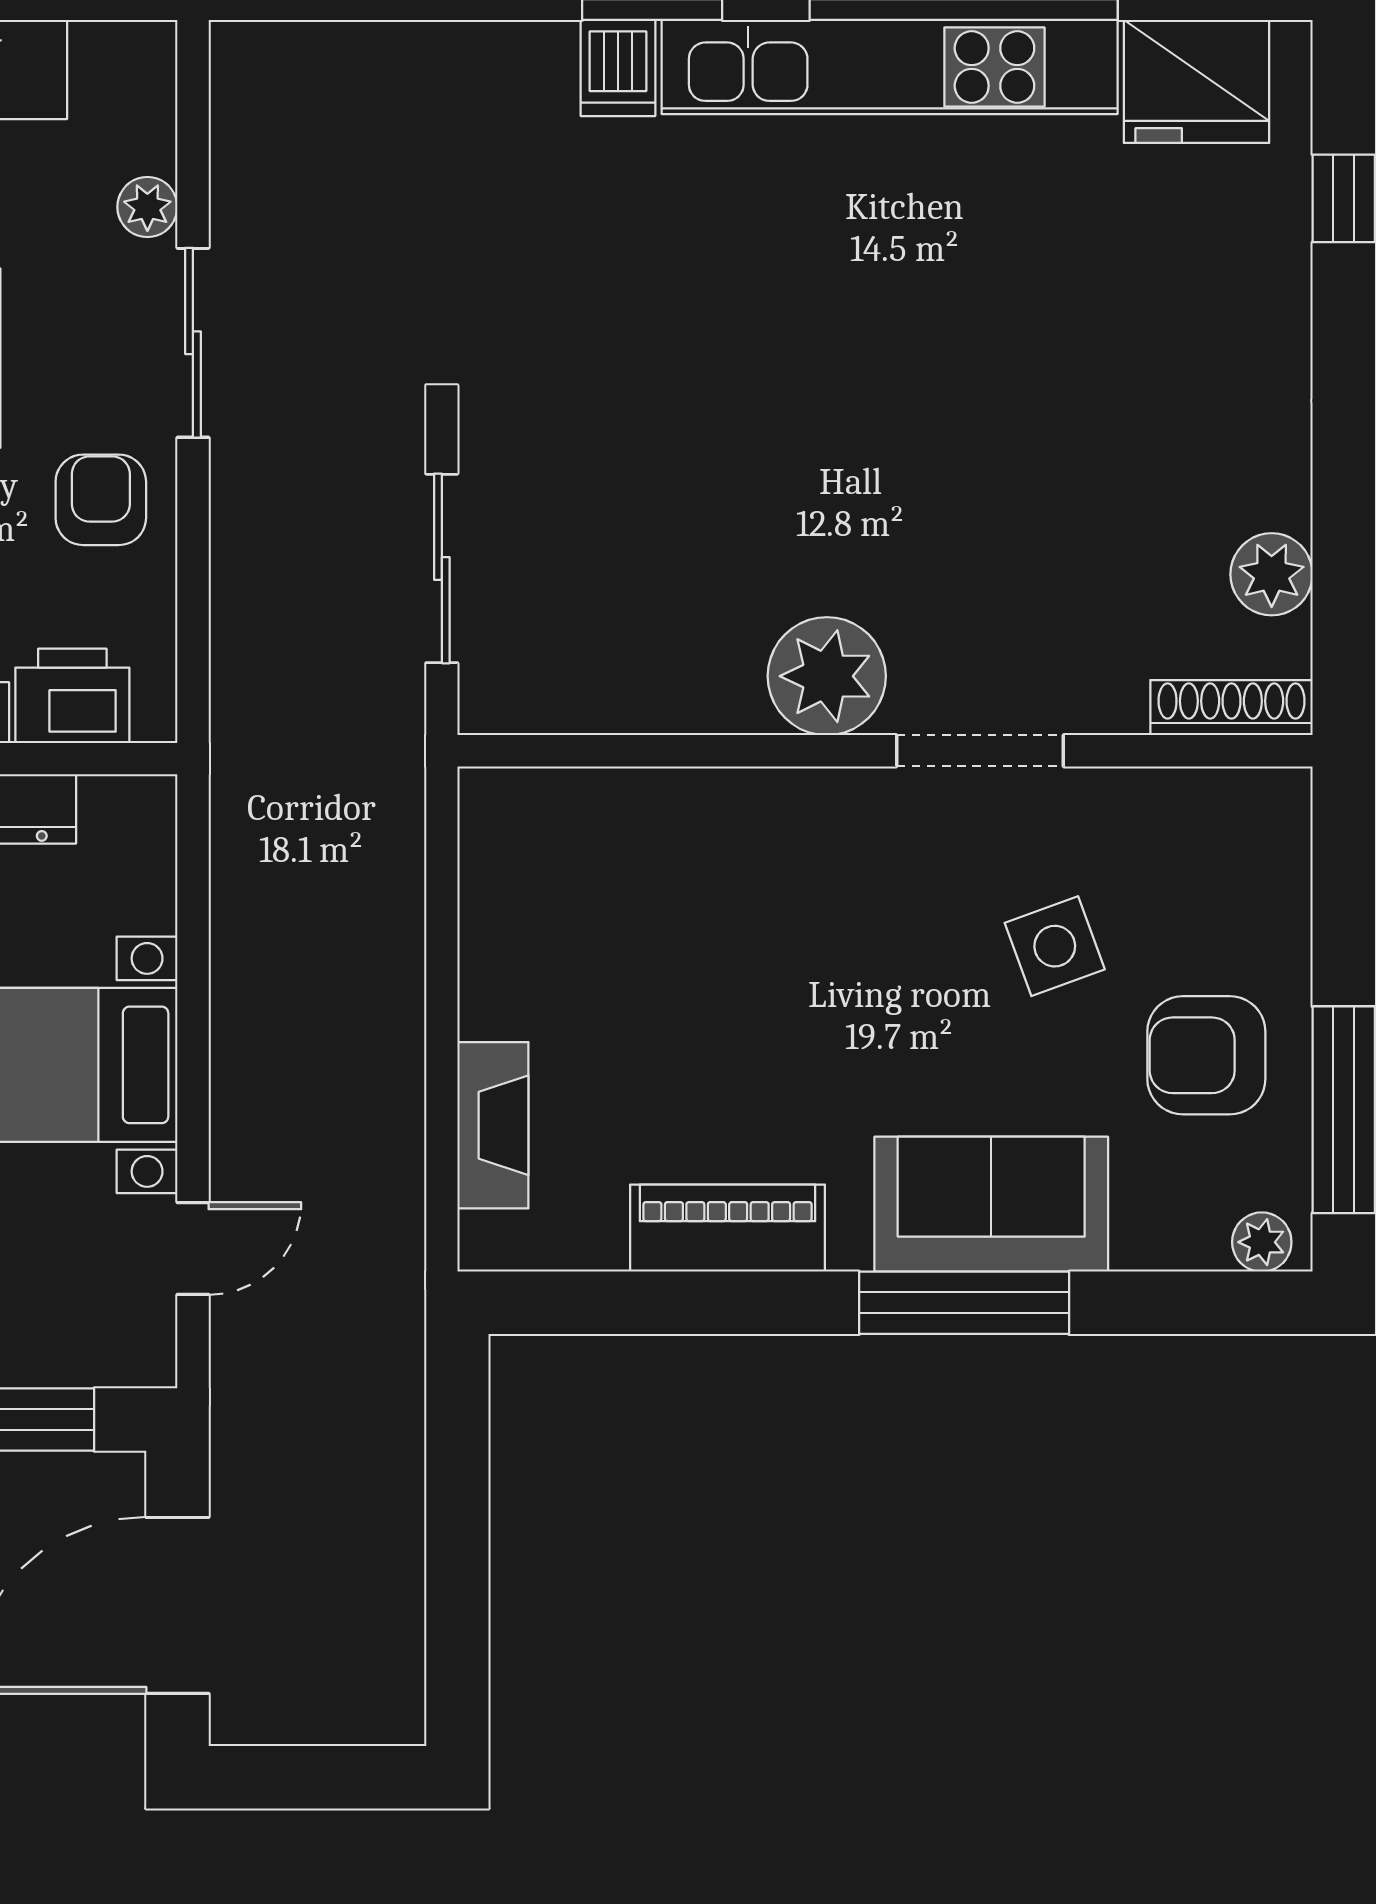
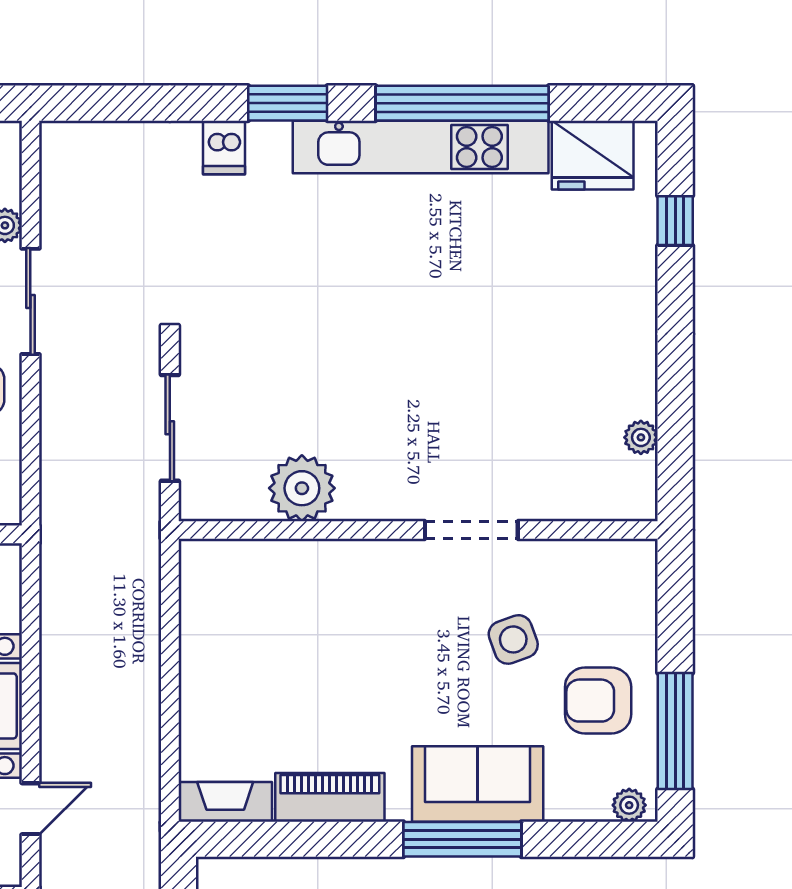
dishwasher: (618, 68) -> (224, 148), moved
plant: (1272, 574) -> (641, 437), width x0.73, depth x0.73
plant: (827, 676) -> (302, 488), moved
shoe rack: (1232, 708) -> (612, 506), removed
fireplace: (493, 1125) -> (225, 802), moved, turned -90

